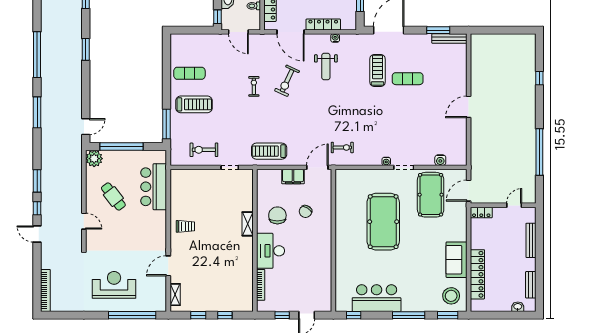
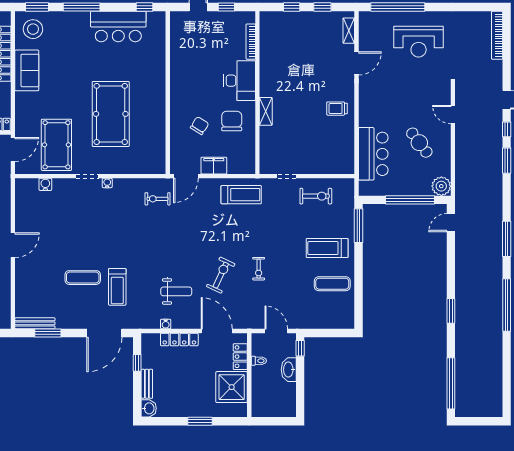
weight bench: (326, 66) -> (176, 291), turned 90
chair: (277, 215) -> (232, 121), turned 180

